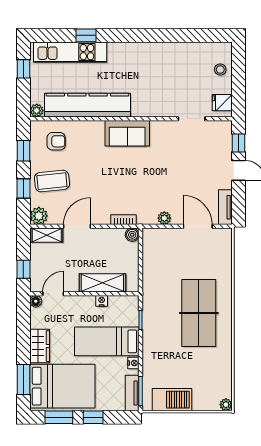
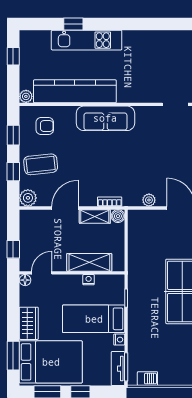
kitchen unit: (70, 52) -> (87, 40), moved
sofa: (127, 133) -> (105, 118), width x1.36
shelving: (47, 235) -> (95, 216), moved
barbecue: (172, 400) -> (147, 379), width x0.53, depth x0.65

